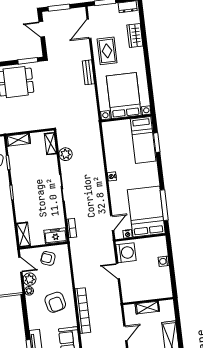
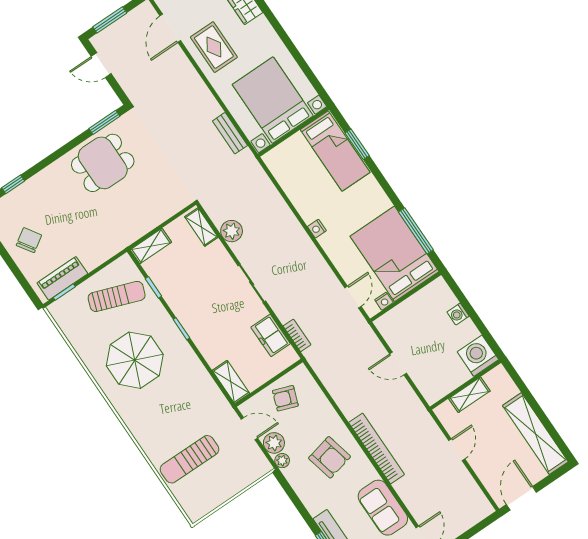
bench: (88, 72) -> (230, 133), moved
freezer: (55, 236) -> (271, 335), moved, turned -90
washing machine: (126, 253) -> (478, 356), moved, turned -90

